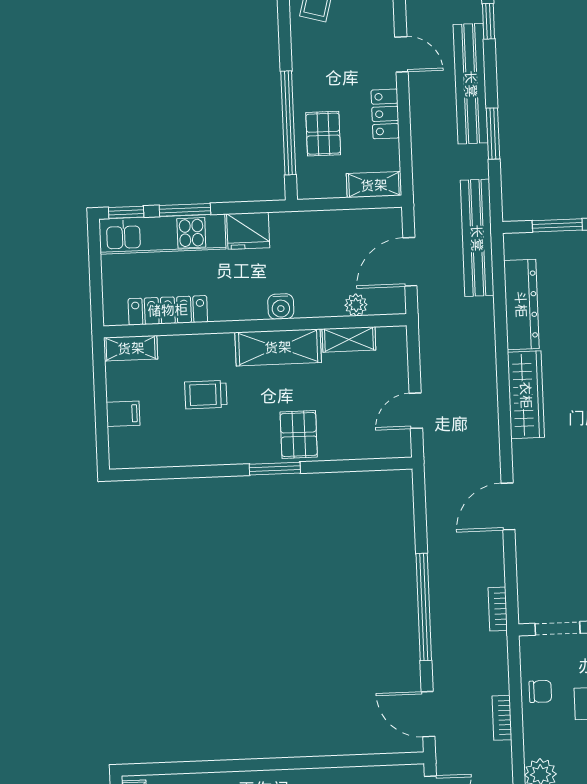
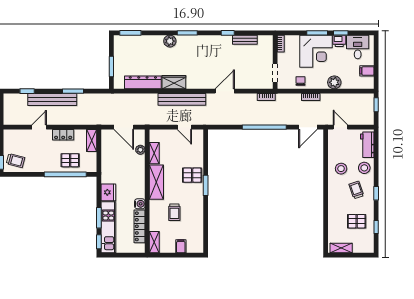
bench: (477, 238) -> (182, 99), moved
water cooler: (281, 307) -> (140, 204), moved
wardrobe: (526, 395) -> (174, 82), width x0.67
door: (508, 506) -> (225, 91), swing flipped

